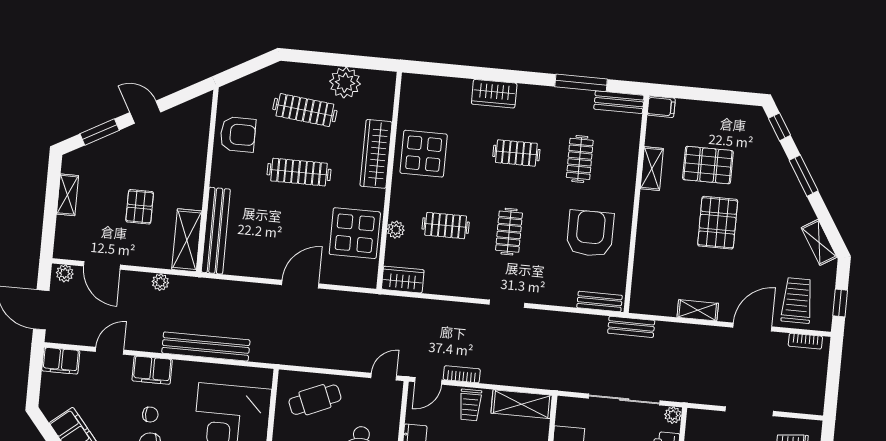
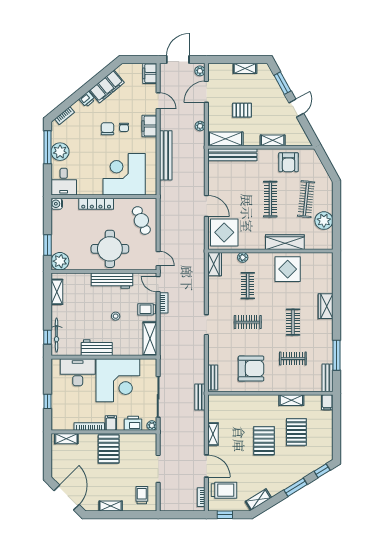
shelving: (197, 158) -> (273, 140), added
pallet: (718, 223) -> (264, 441), turned 90
display table: (355, 233) -> (224, 232), moved

